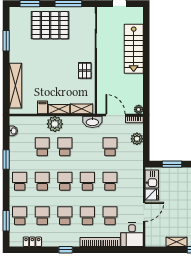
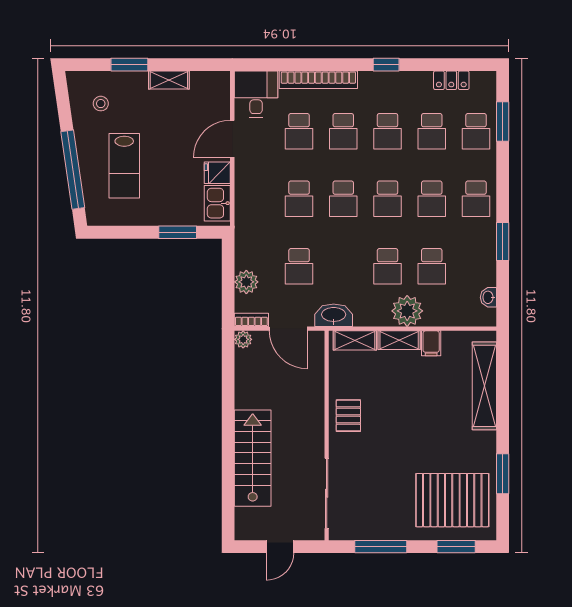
pallet: (50, 25) -> (452, 500), moved

